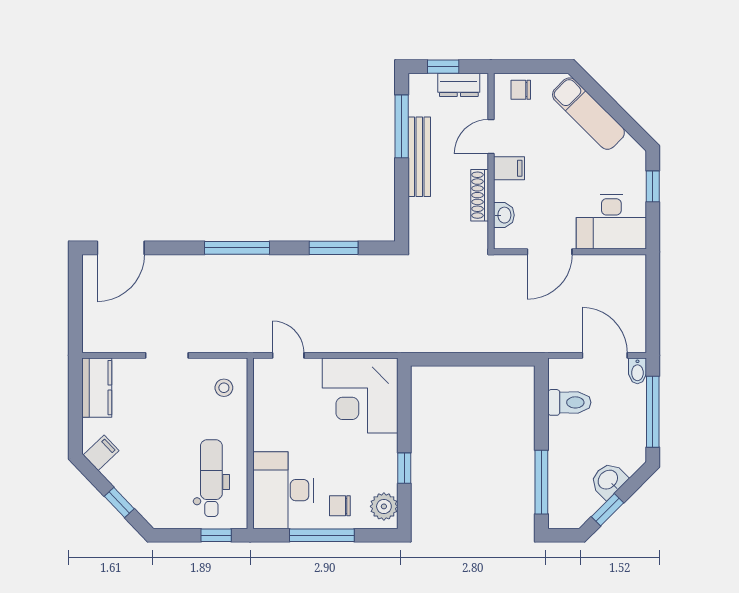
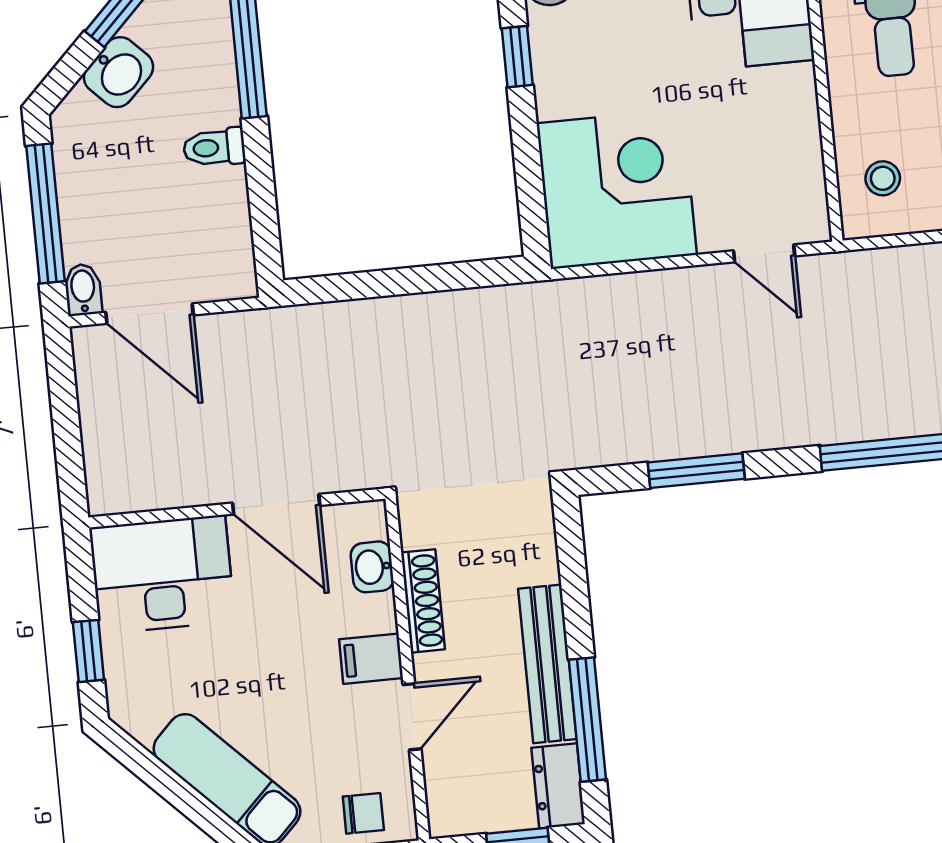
dresser: (459, 85) -> (558, 786), moved, turned -90
door: (550, 252) -> (276, 504), swing flipped
toilet: (569, 402) -> (214, 147), moved, width x0.73, depth x0.72

